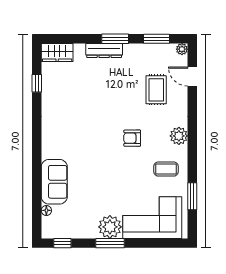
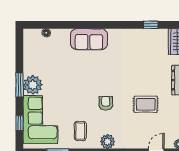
rug: (156, 90) -> (146, 104), moved
sofa: (54, 182) -> (89, 39), moved
window: (62, 243) -> (19, 123), moved

